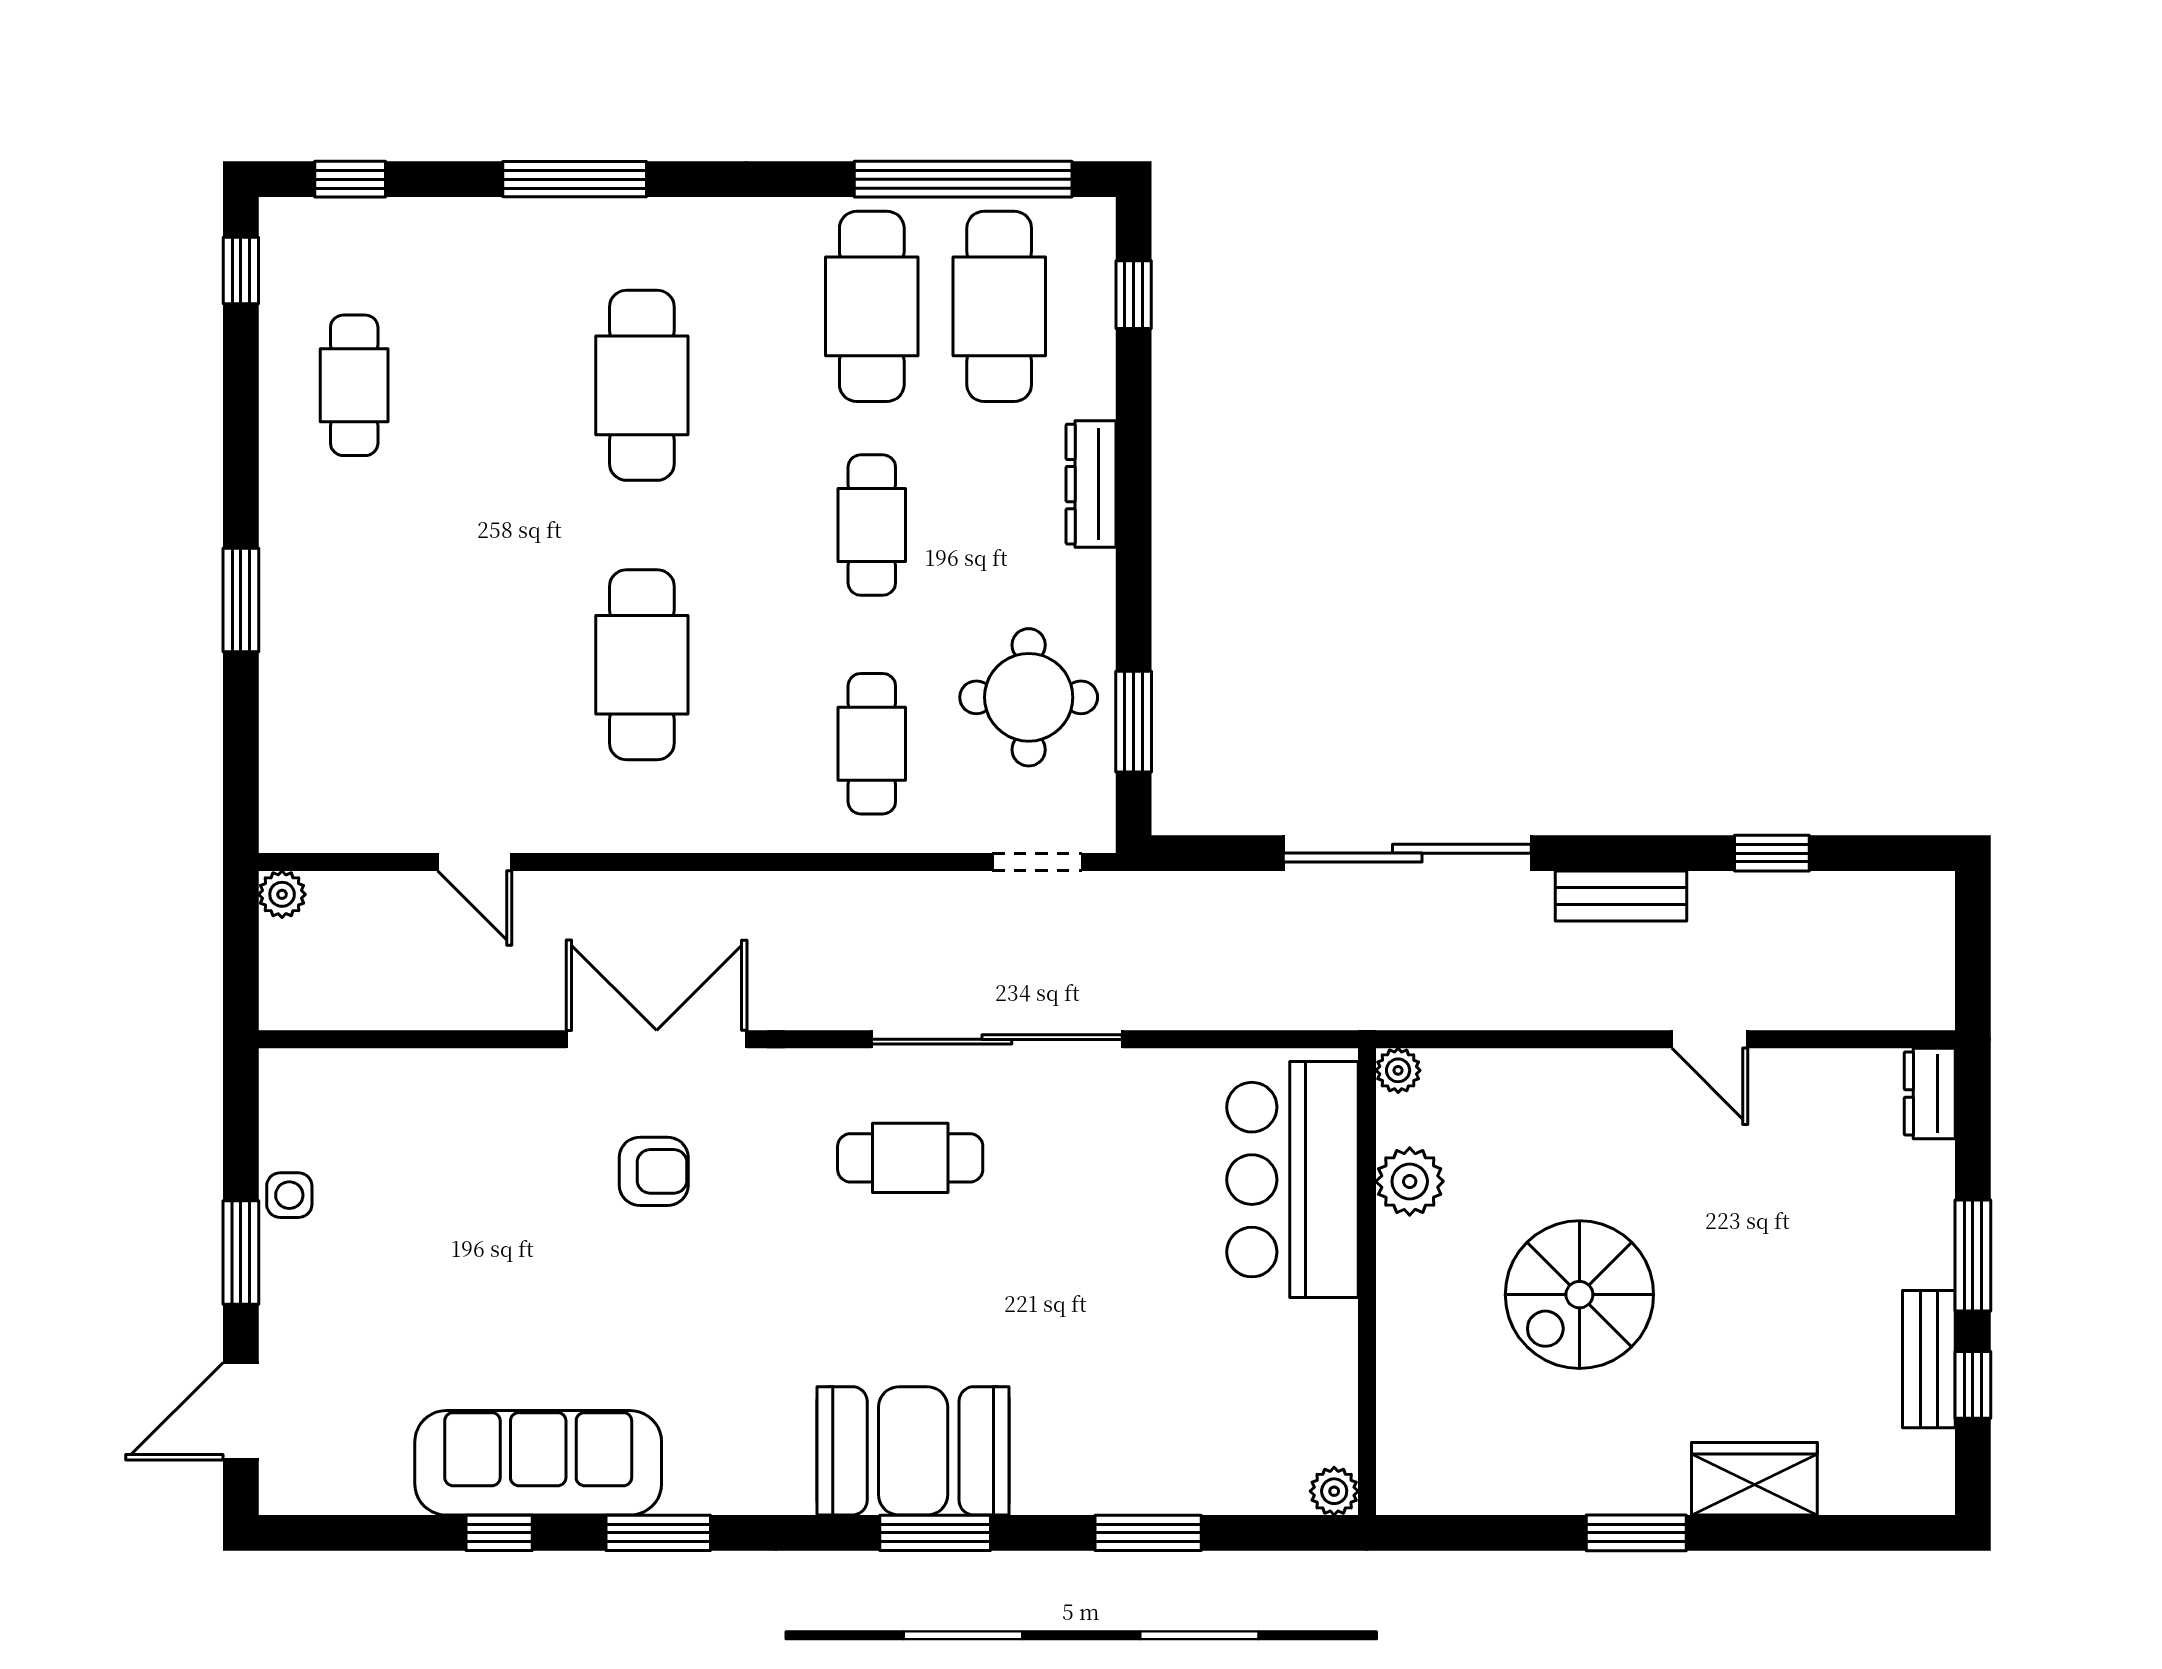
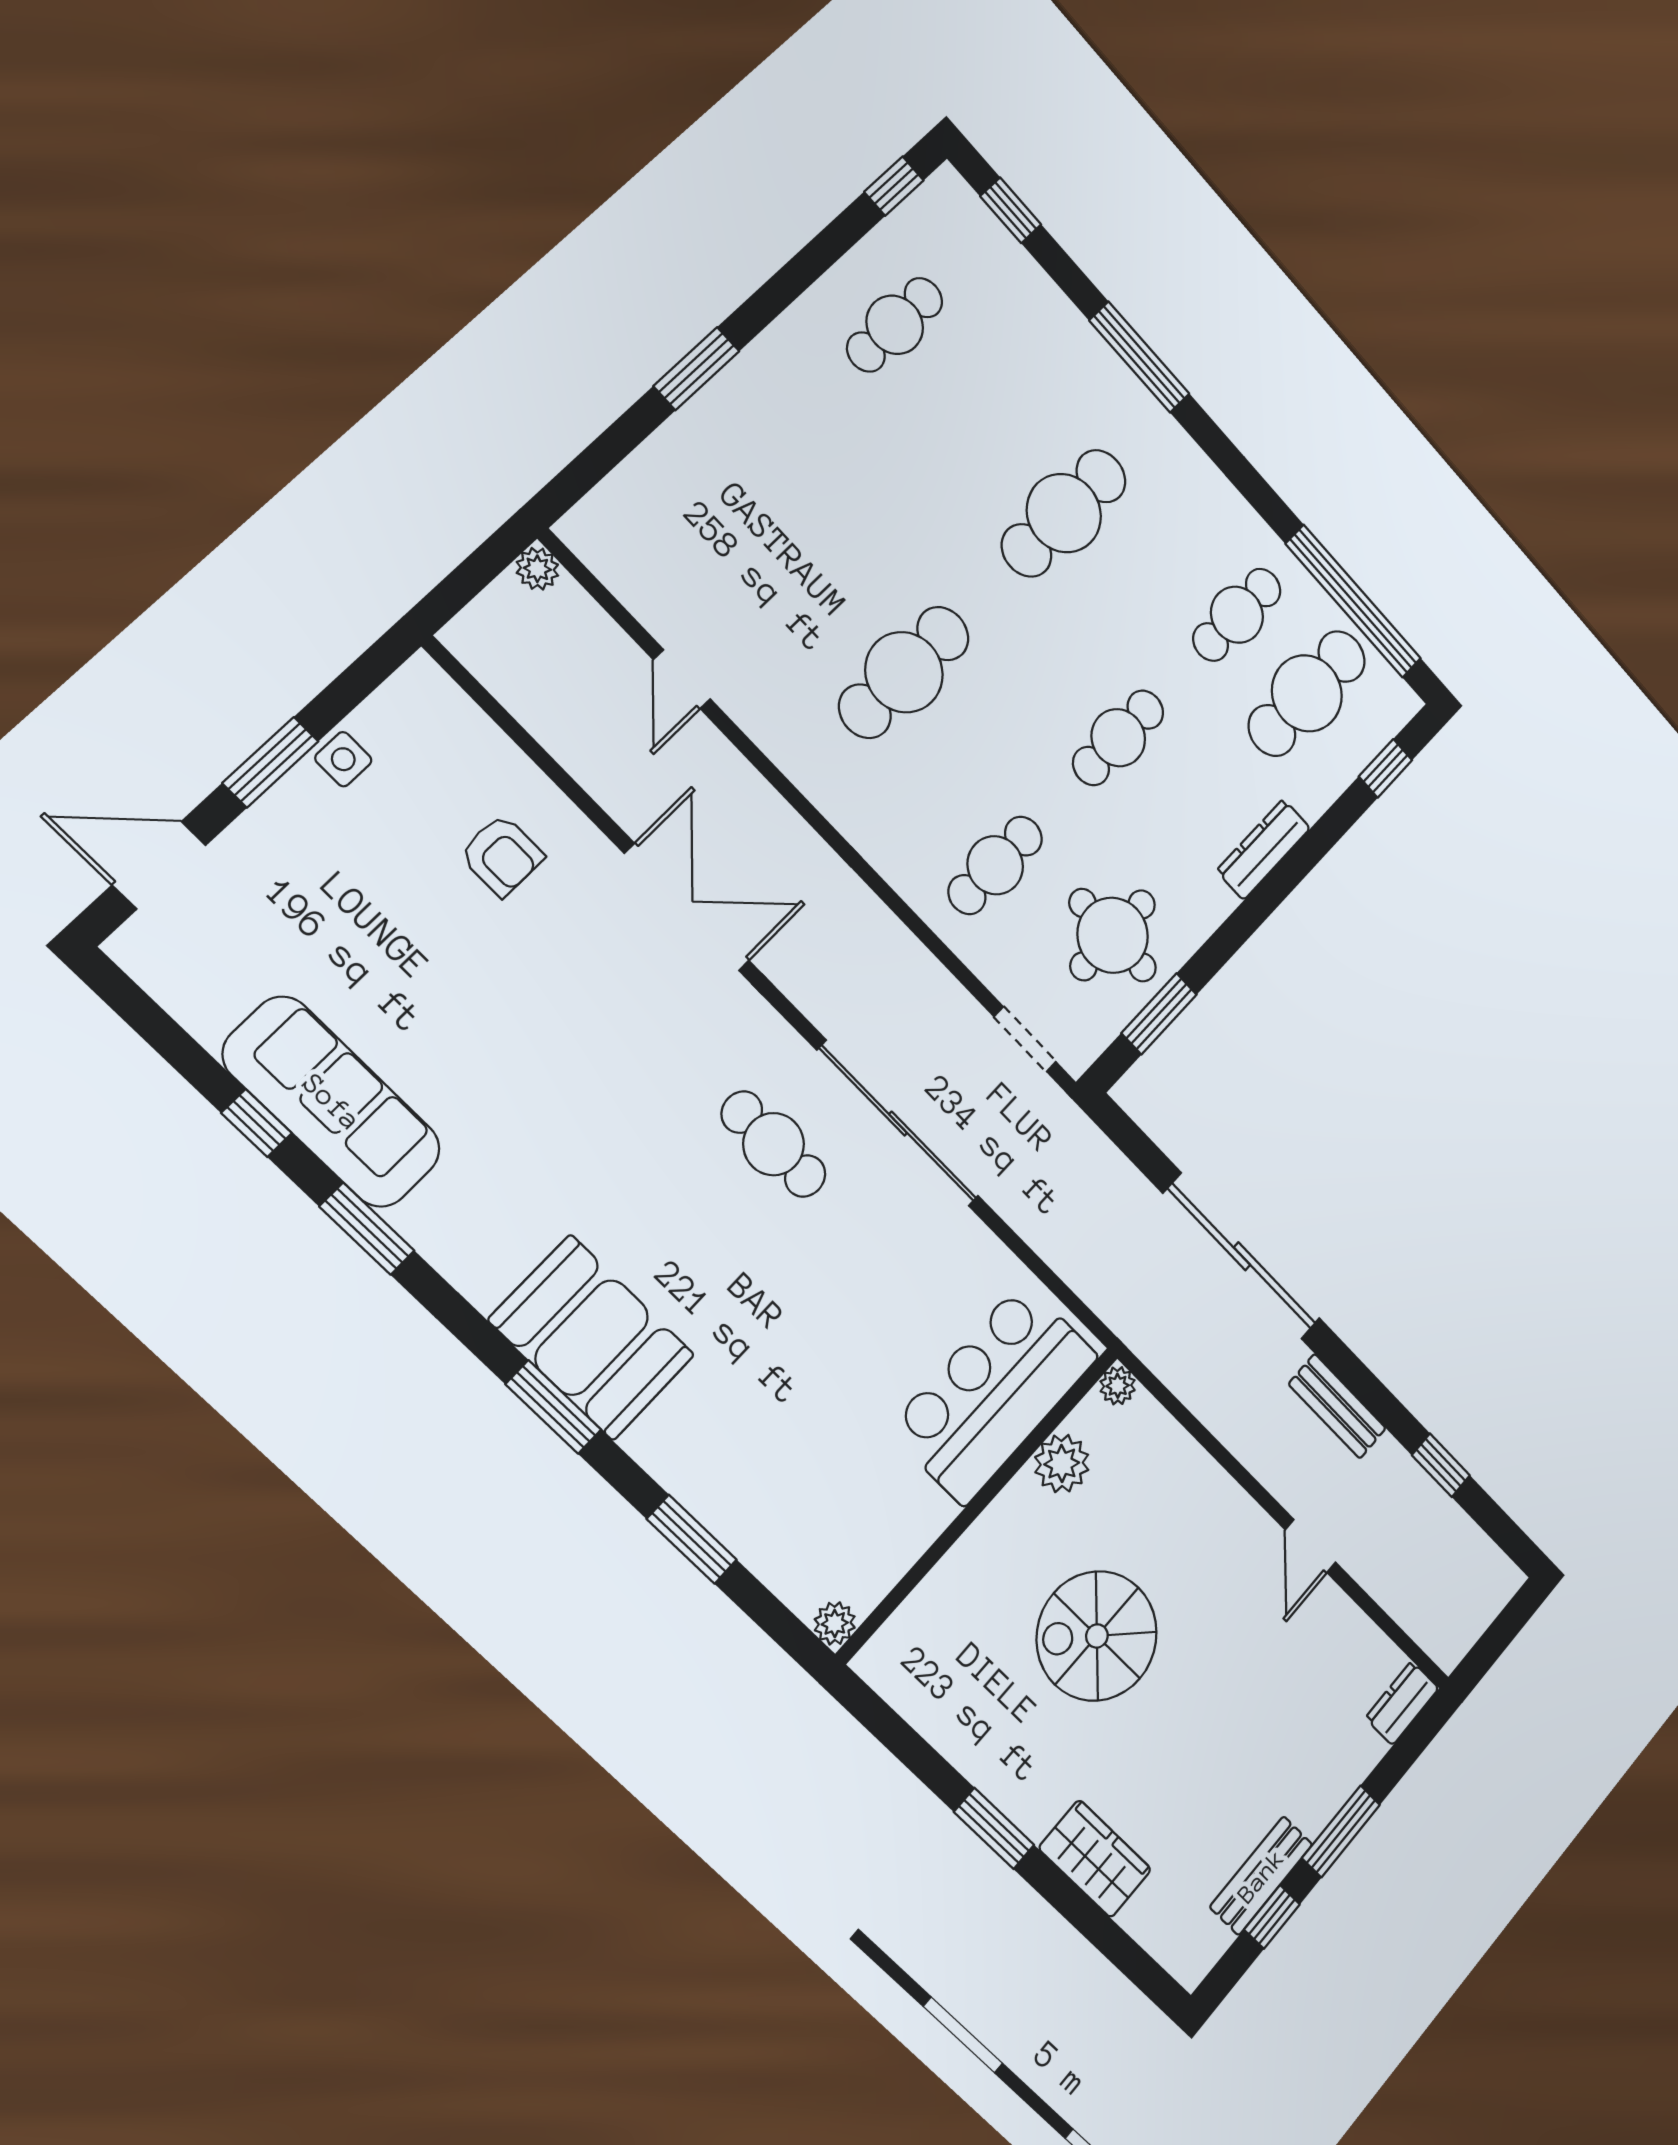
cafe table: (872, 306) -> (1237, 615), width x0.73, depth x0.74
armchair: (654, 1171) -> (502, 855), moved

